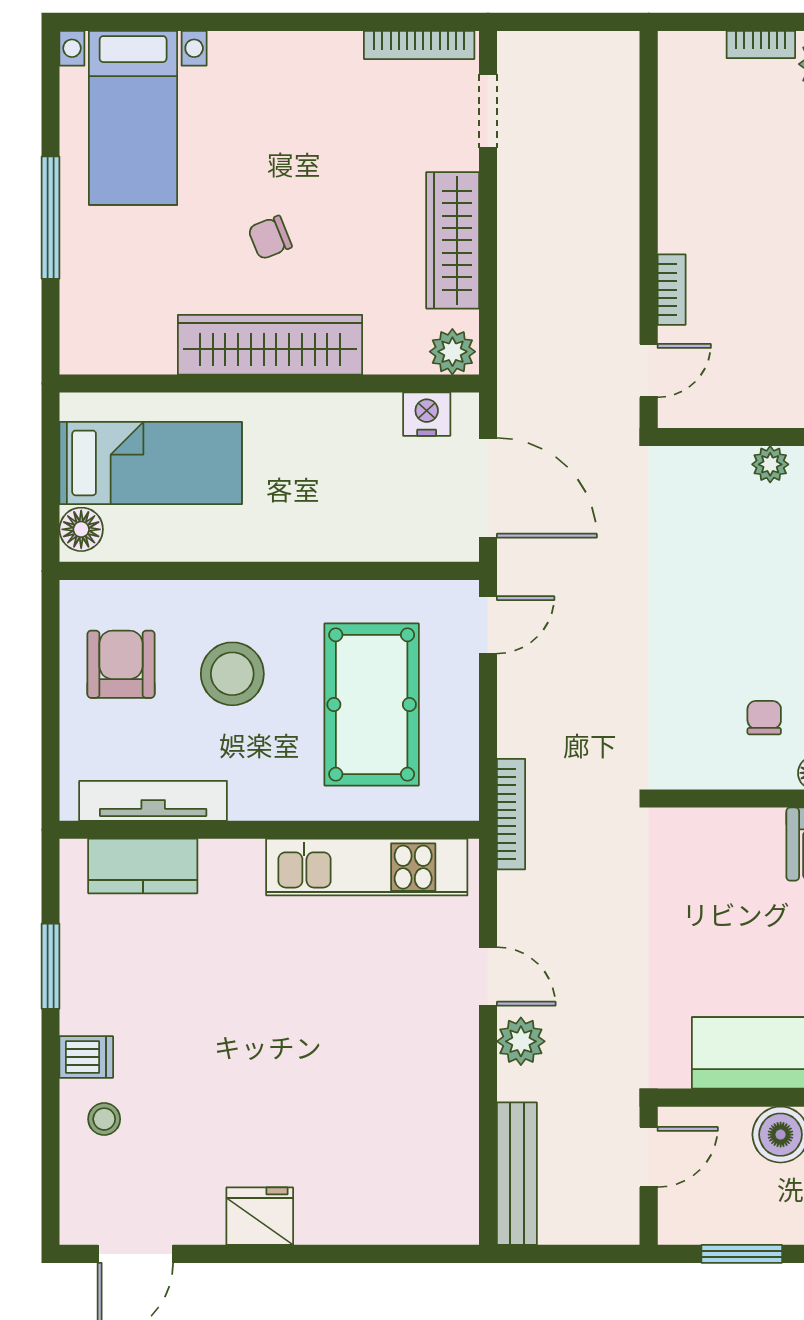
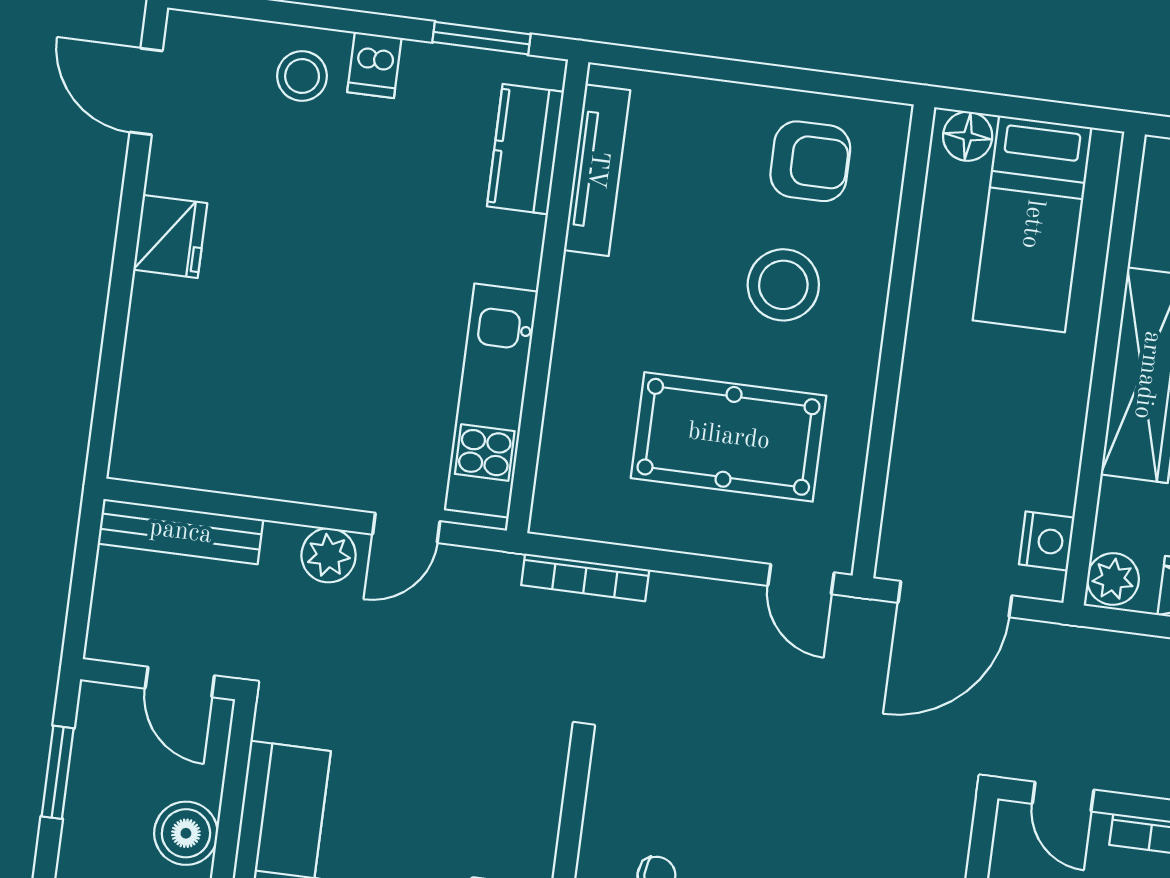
tv unit: (153, 801) -> (597, 170), moved
wall: (269, 830) -> (548, 296), moved
kitchen counter: (143, 866) -> (525, 149), moved
kitchen unit: (367, 867) -> (491, 401), moved
stool: (104, 1119) -> (302, 76), width x1.37, depth x1.37

